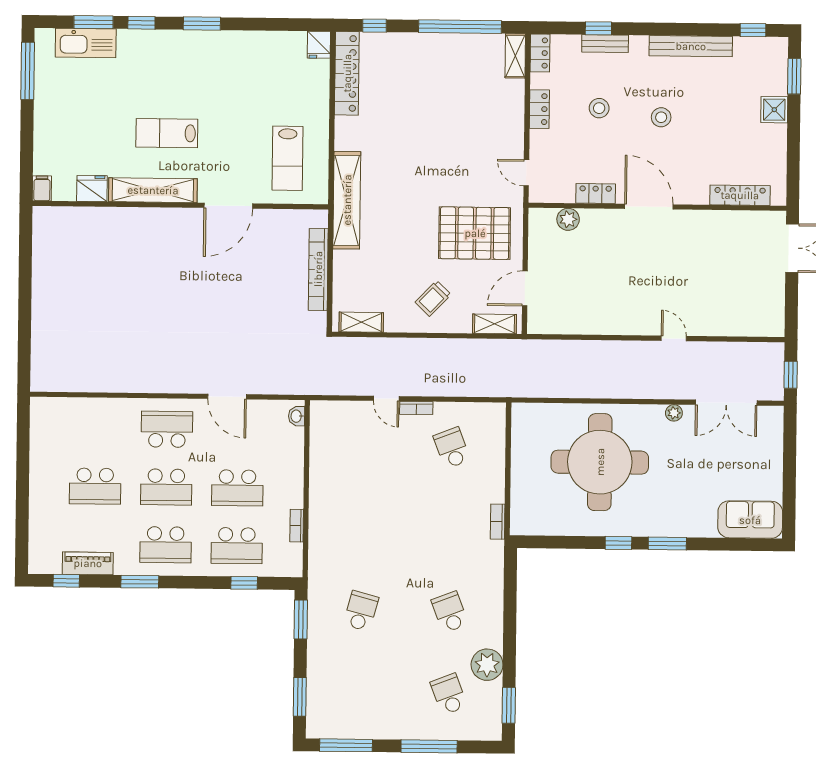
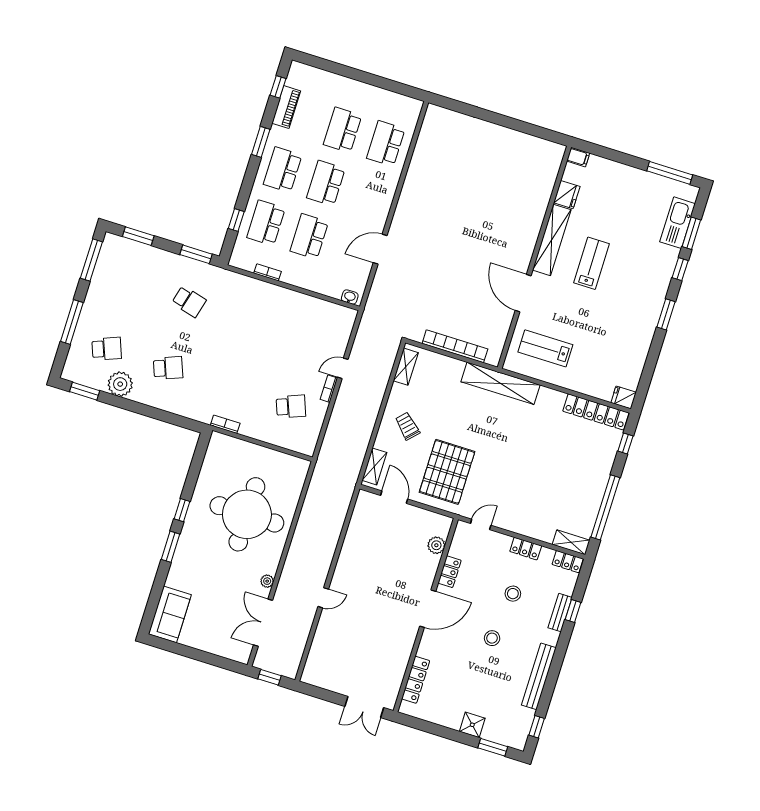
school desk: (167, 429) -> (386, 143), moved, turned 180

